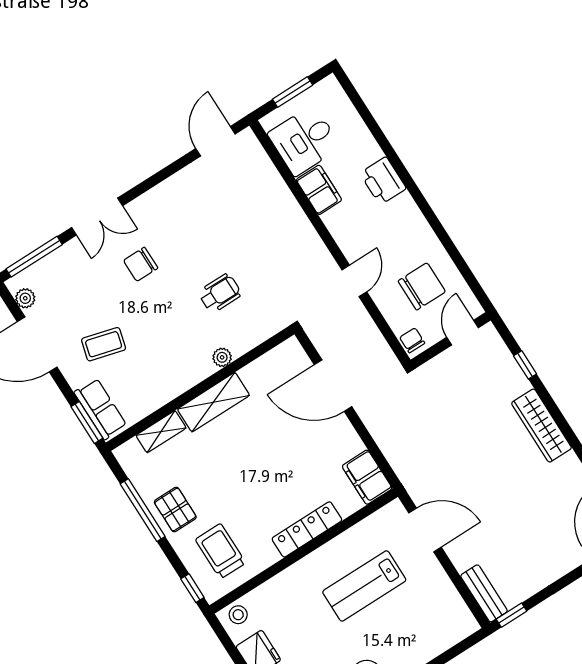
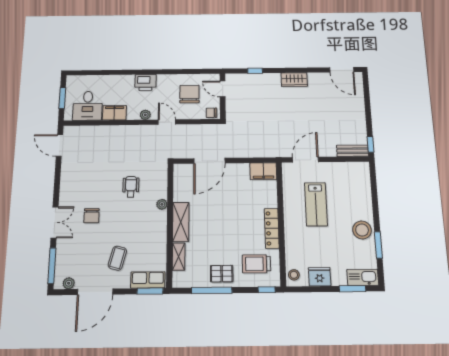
printer: (383, 181) -> (146, 82), moved
plant: (345, 240) -> (145, 115), added
wardrobe: (541, 426) -> (294, 80), width x0.67
locker: (307, 529) -> (272, 228), moved

